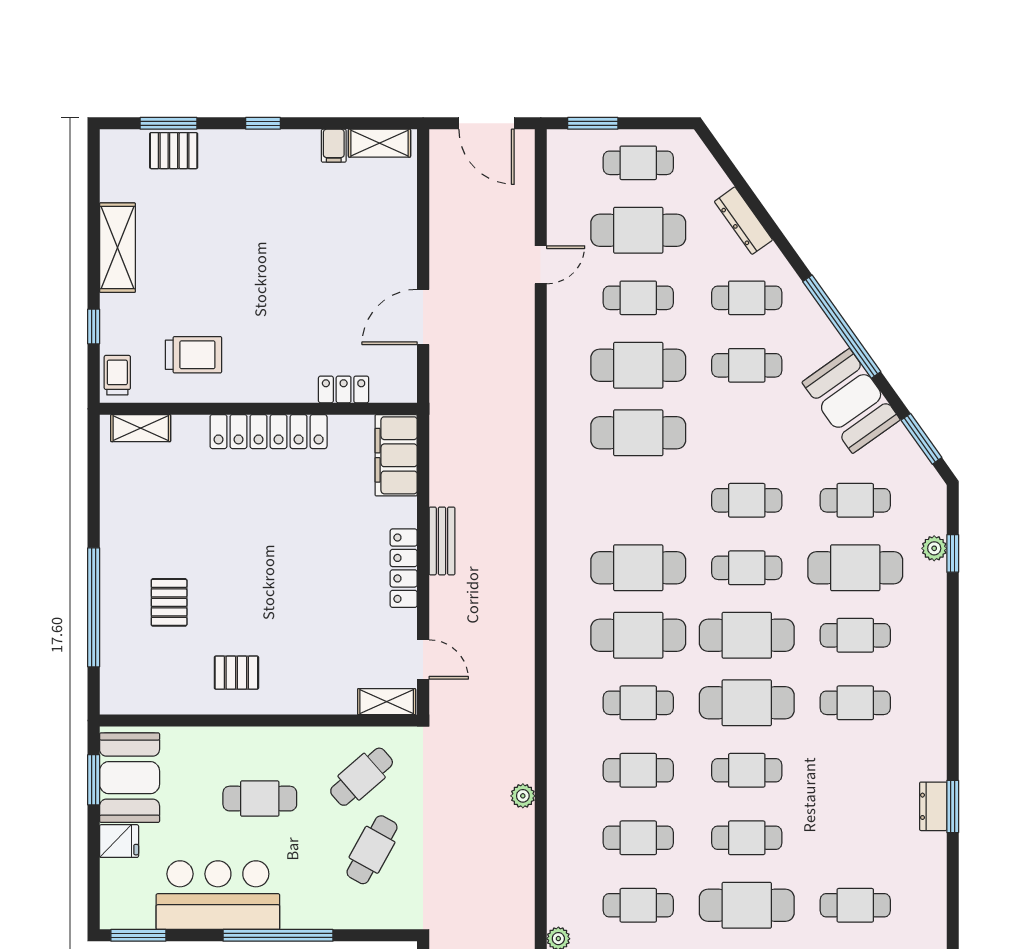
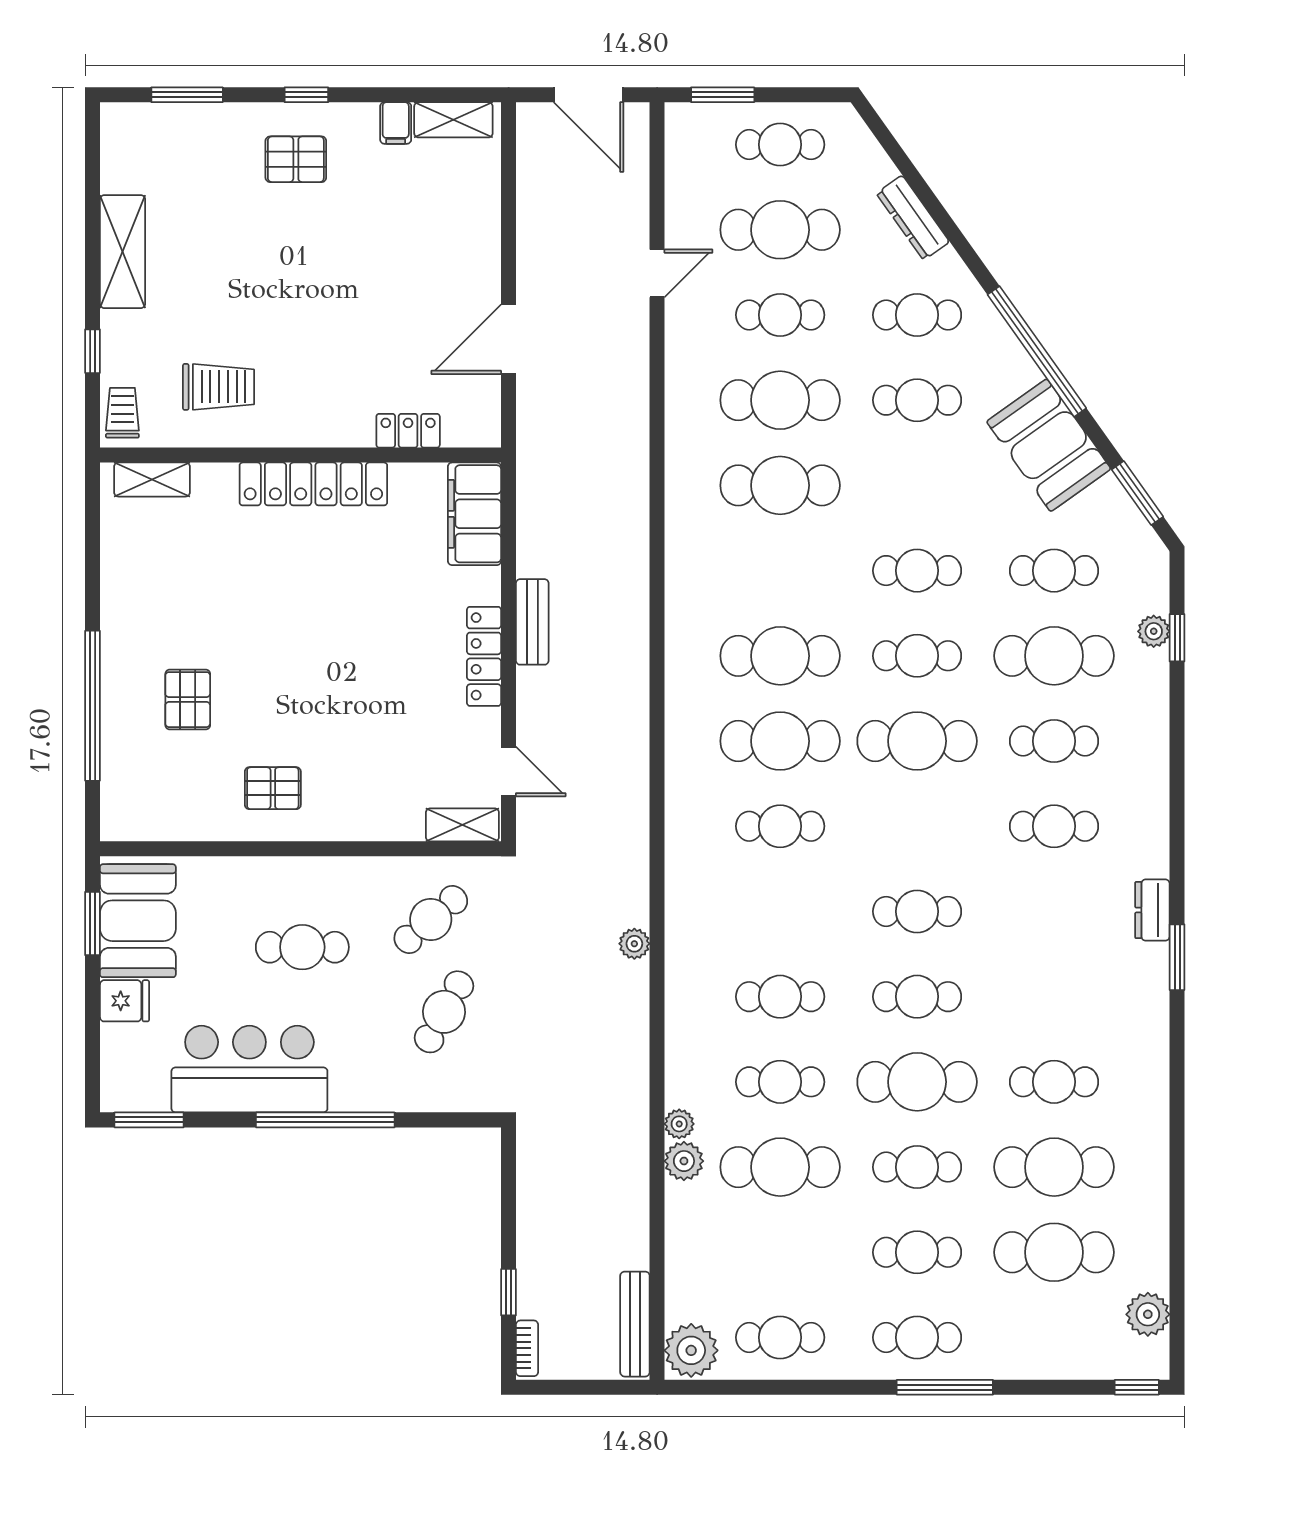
pallet: (174, 151) -> (296, 159), moved
cafe table: (747, 703) -> (917, 826), removed
cafe table: (638, 770) -> (780, 911), removed
dresser: (933, 806) -> (1152, 910), moved

